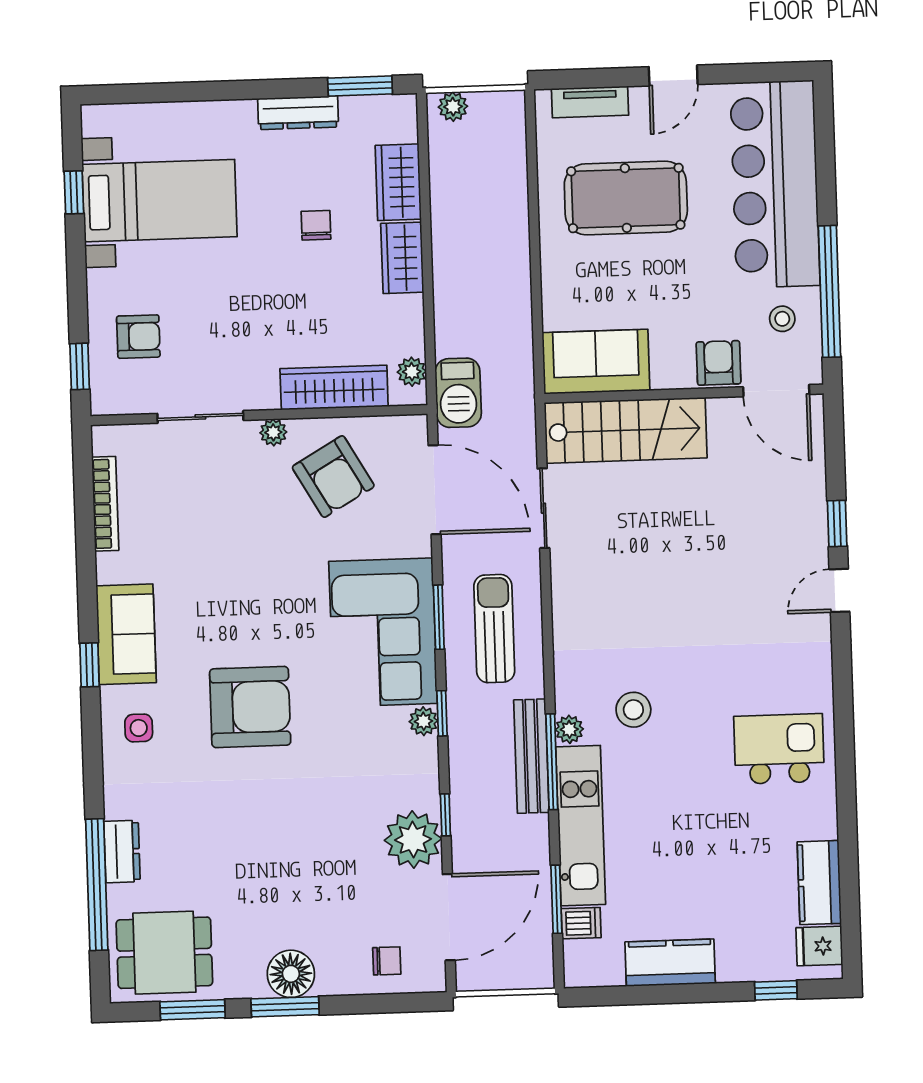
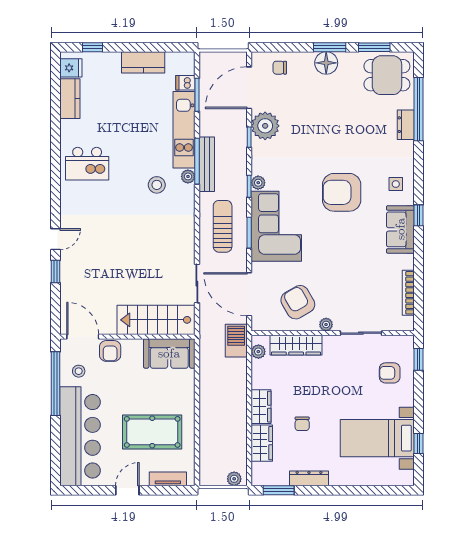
sun lounger: (494, 629) -> (223, 226), turned 180

